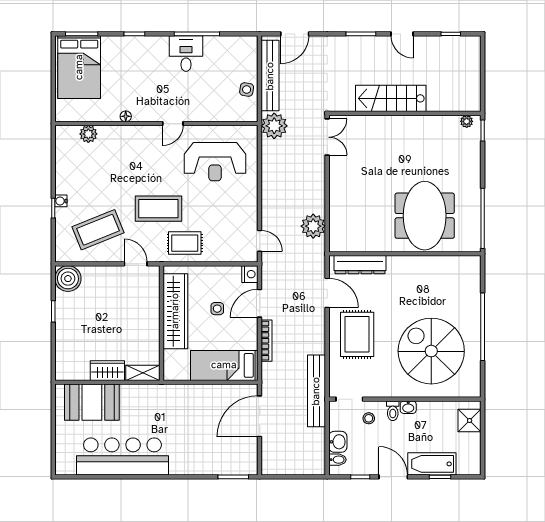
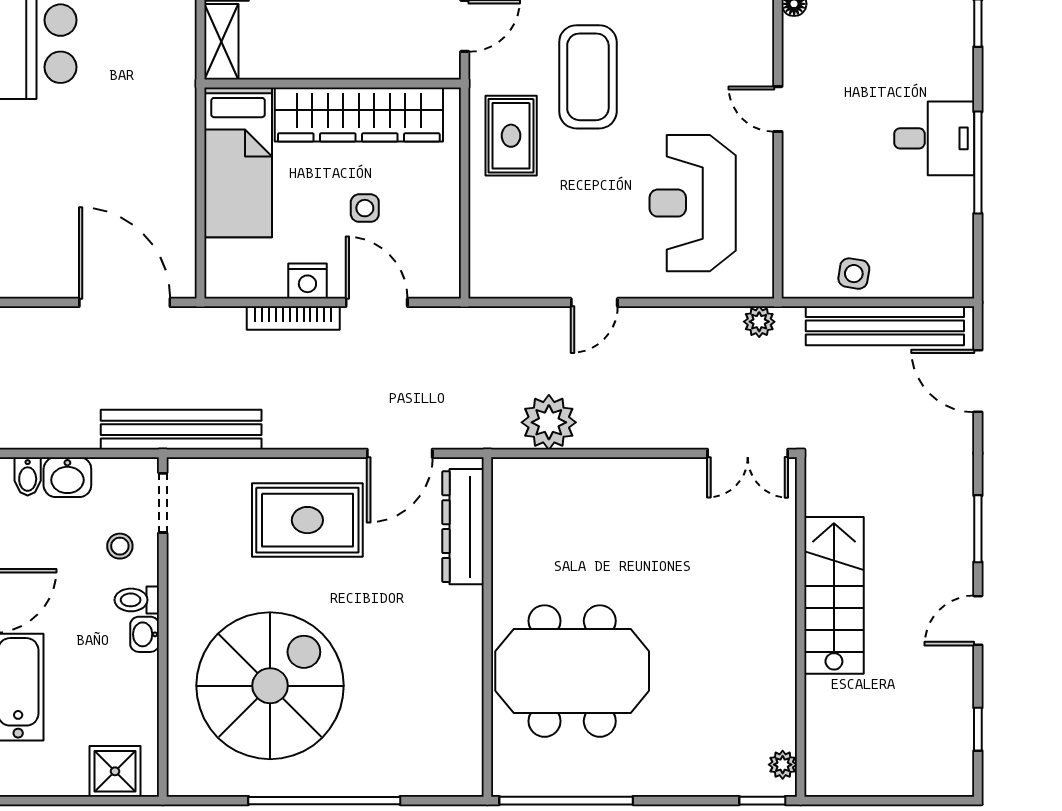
plant: (274, 126) -> (759, 322), width x0.53, depth x0.53
door: (260, 241) -> (594, 302), moved
nightstand: (250, 274) -> (307, 281), moved
bed: (224, 365) -> (238, 162), moved, turned 180

